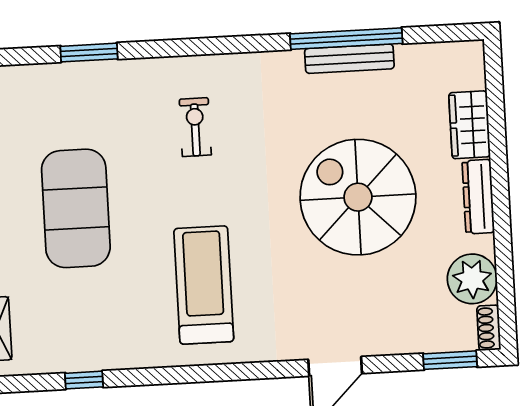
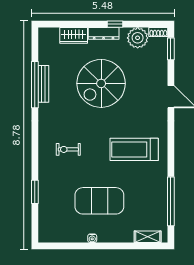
window: (502, 223) -> (115, 24), added
window: (84, 380) -> (171, 201), width x3.17

